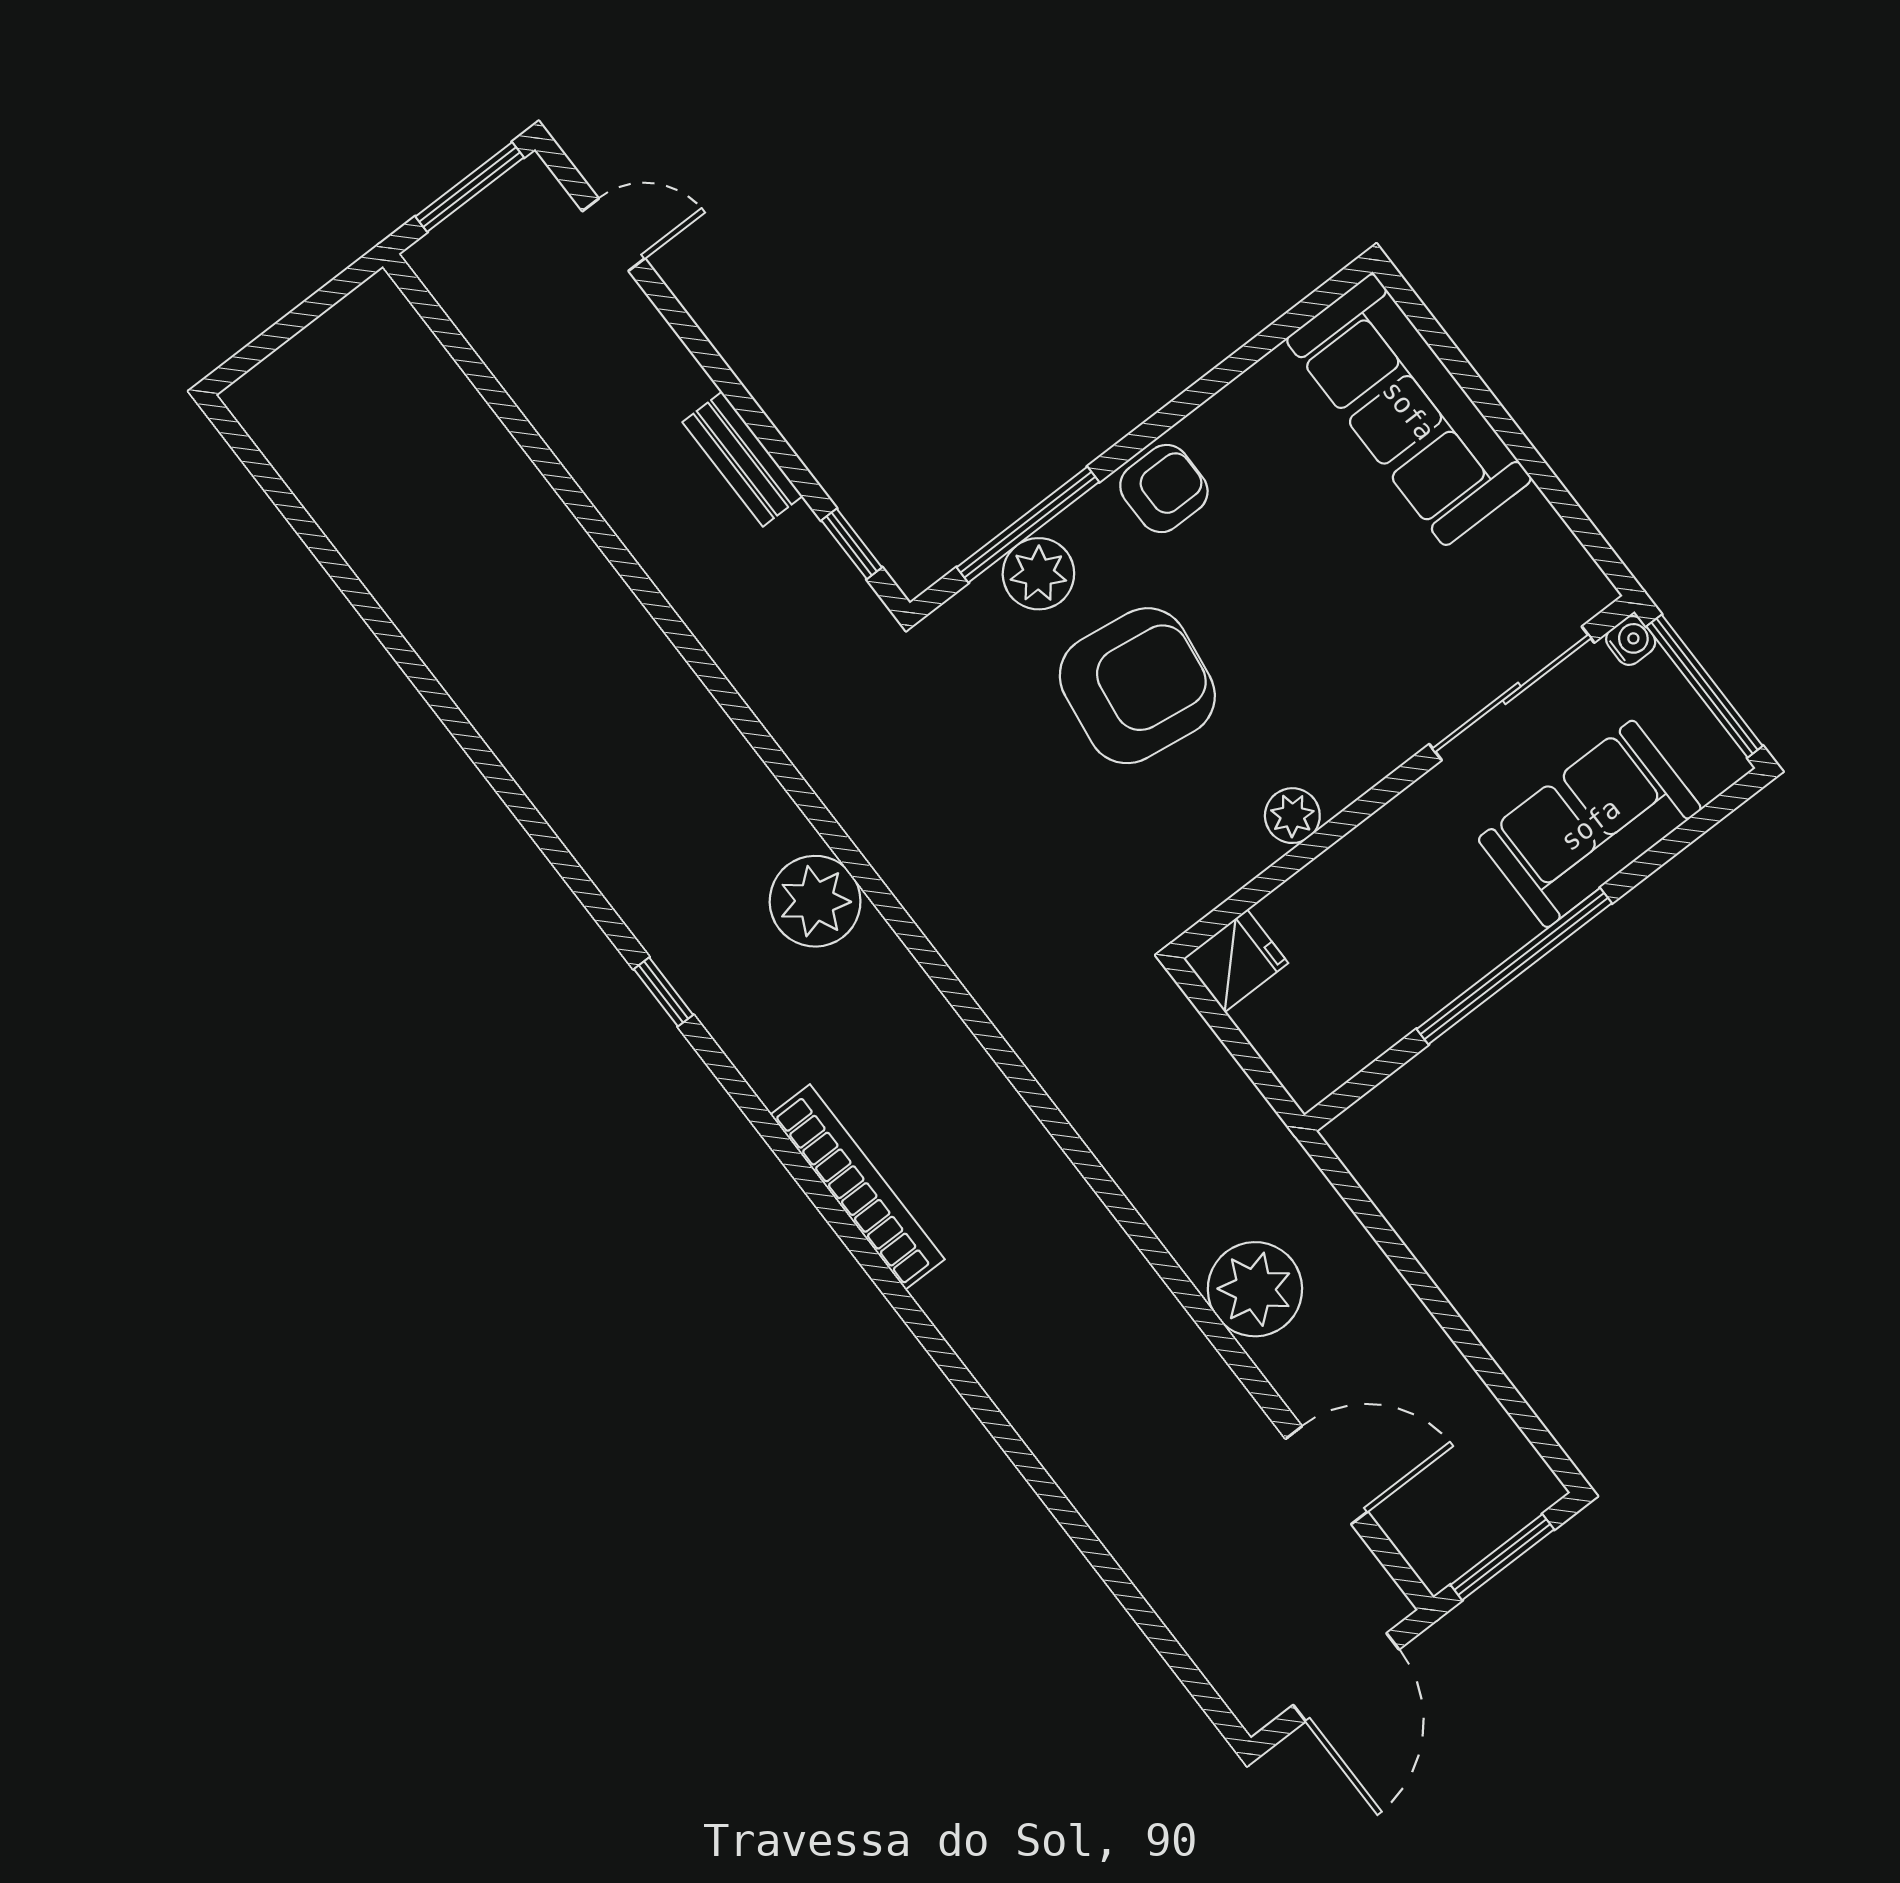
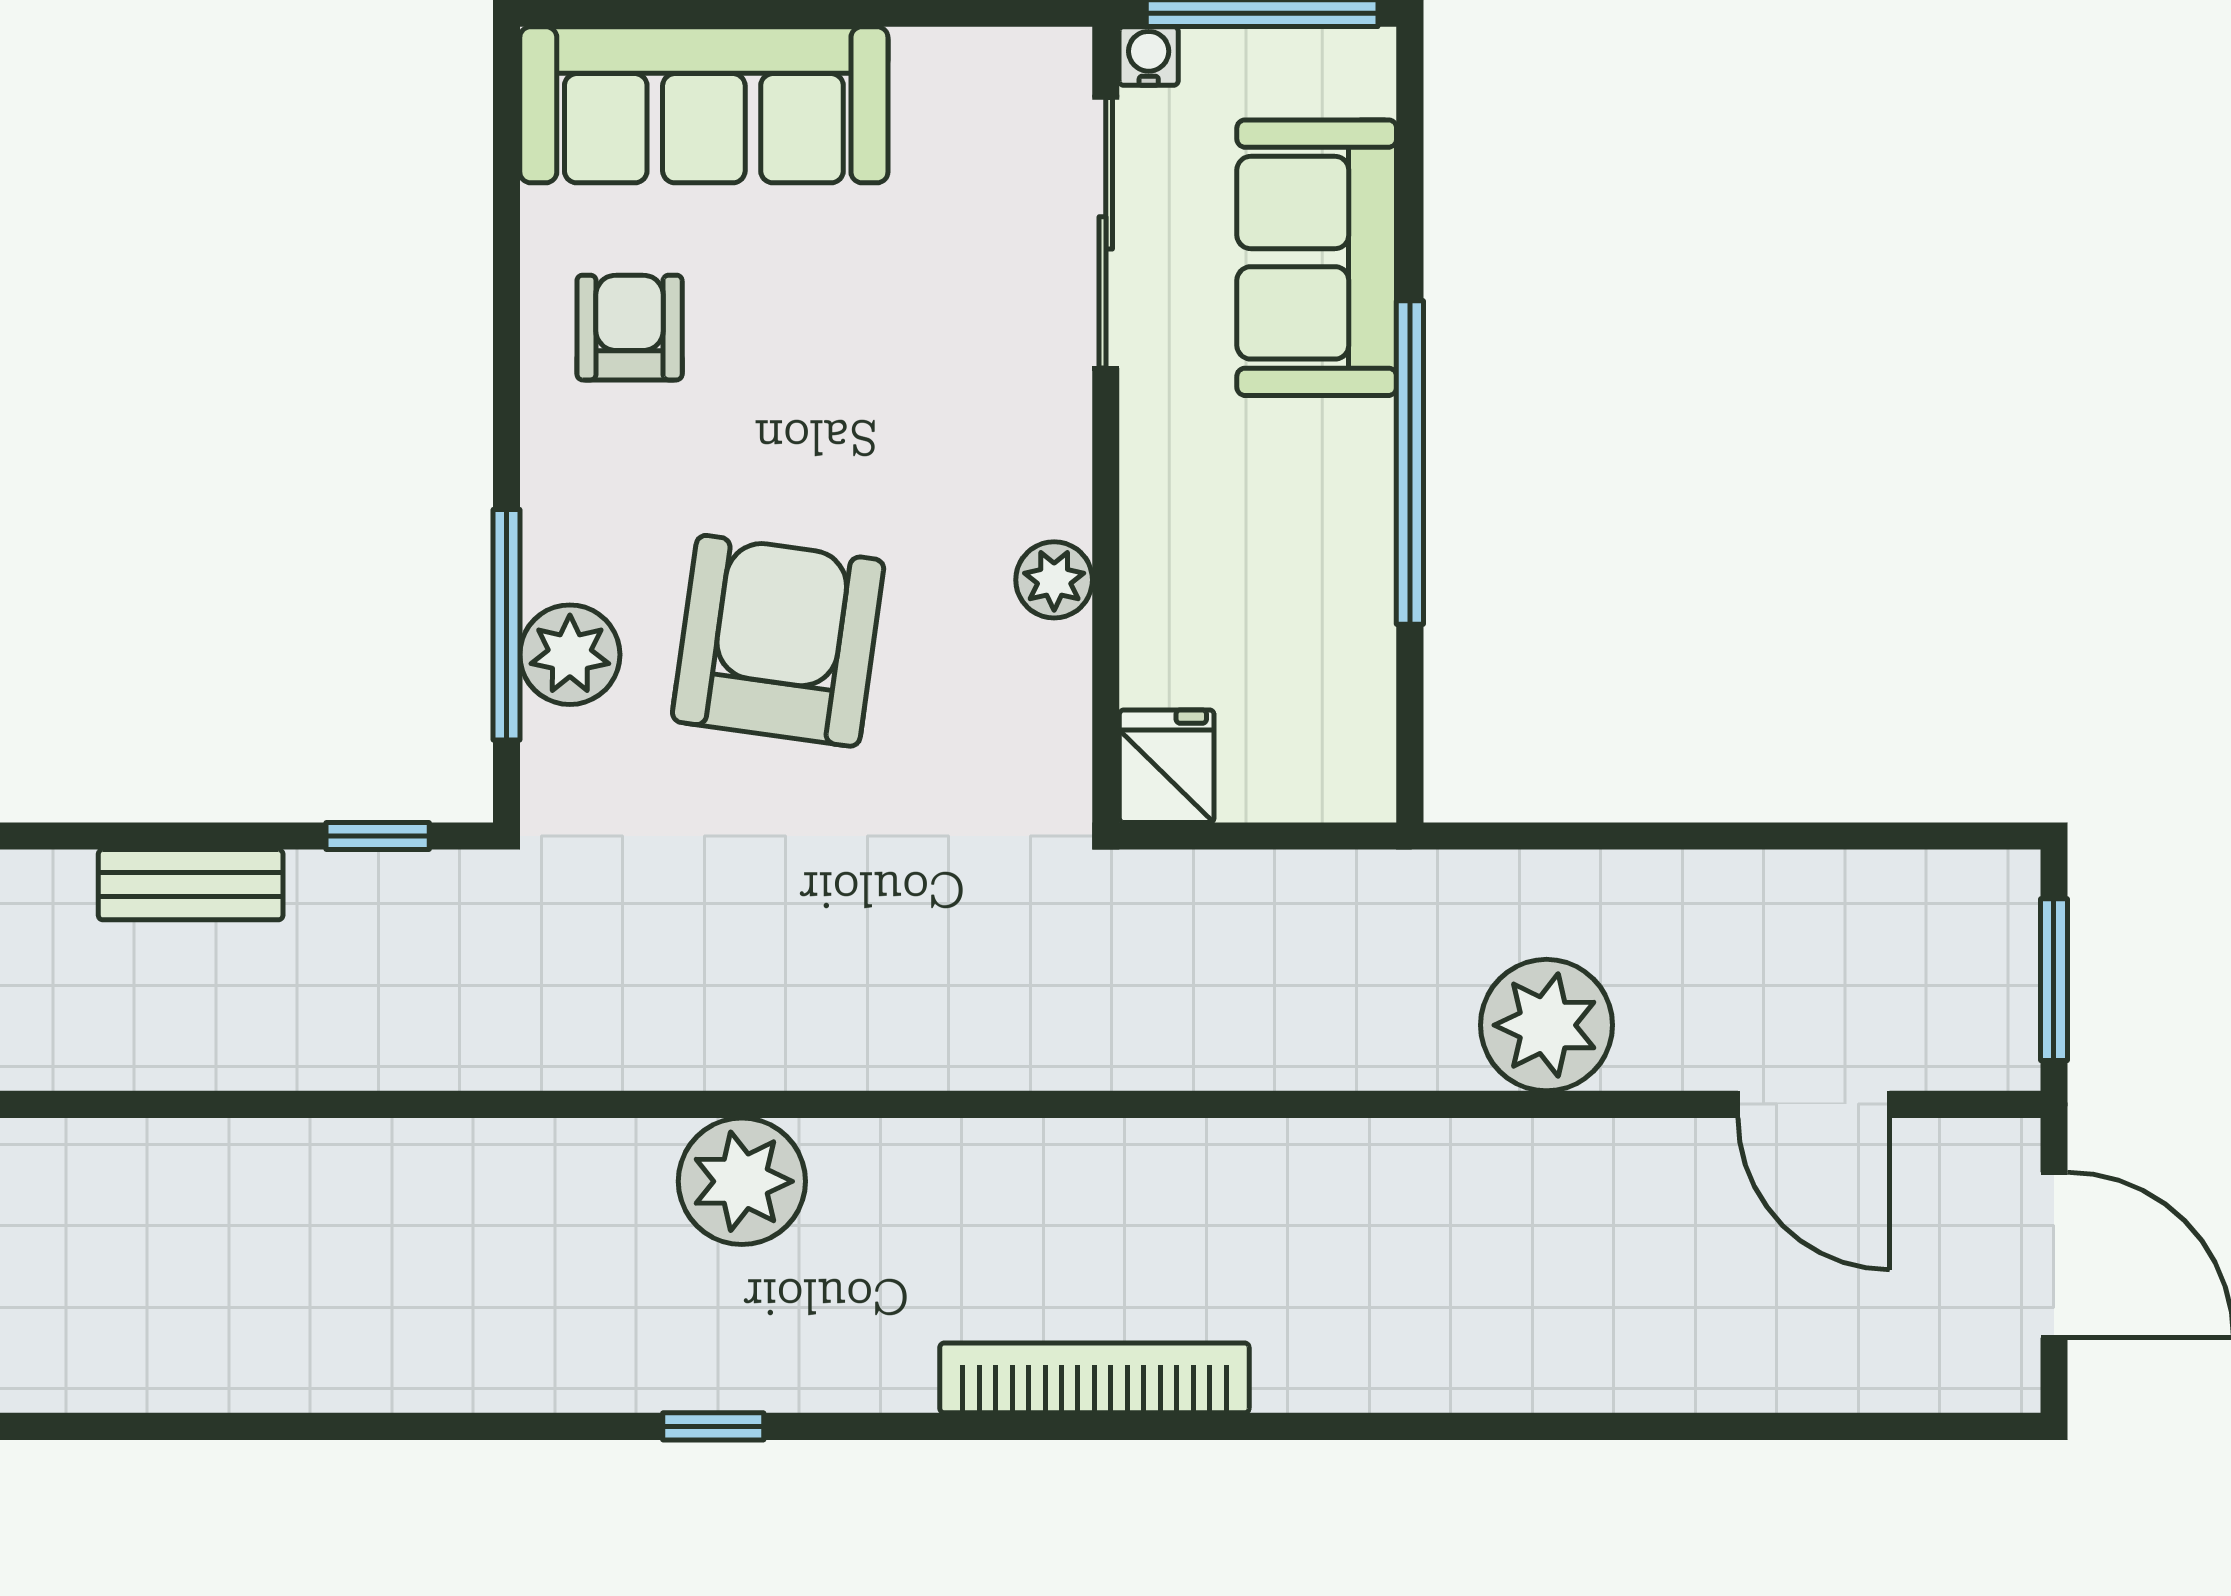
armchair: (1164, 489) -> (630, 328), moved
door: (1327, 1475) -> (1814, 1104), swing flipped

